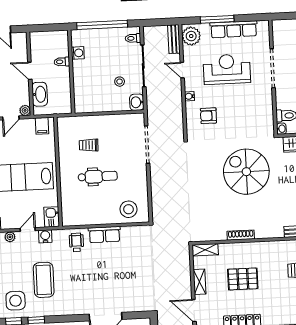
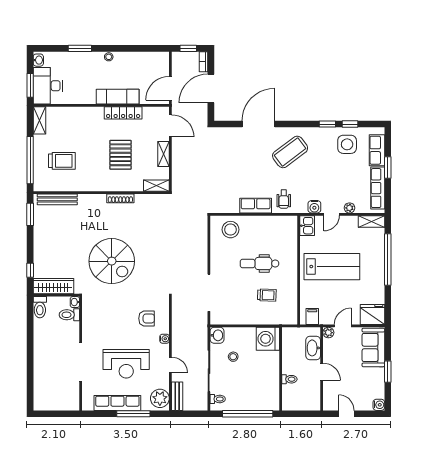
washing machine: (78, 53) -> (268, 339), moved, width x1.89, depth x1.89
pallet: (243, 279) -> (120, 155), turned 90
coffee table: (44, 280) -> (290, 152), moved, turned 53

